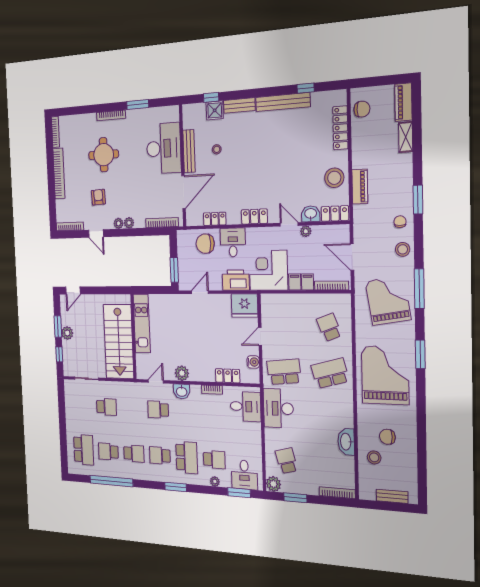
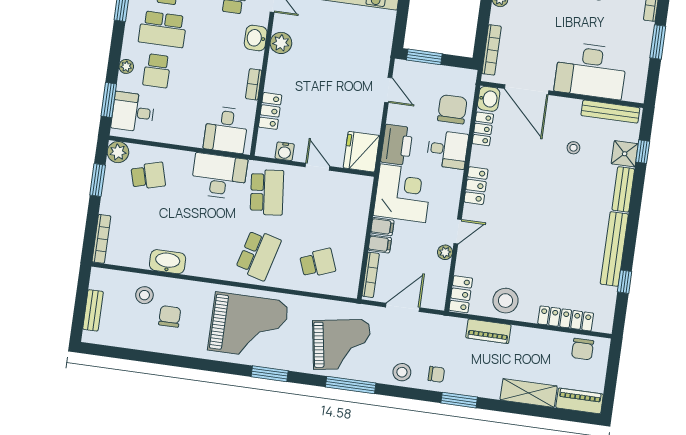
shelving: (406, 137) -> (529, 393), width x1.50, depth x1.33
bench: (189, 151) -> (610, 112), moved
washbasin: (311, 214) -> (489, 99), moved
school desk: (330, 373) -> (258, 255), turned 30

